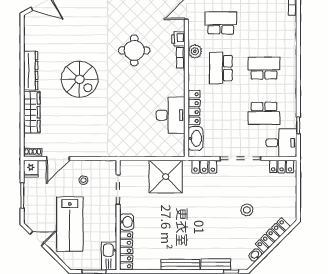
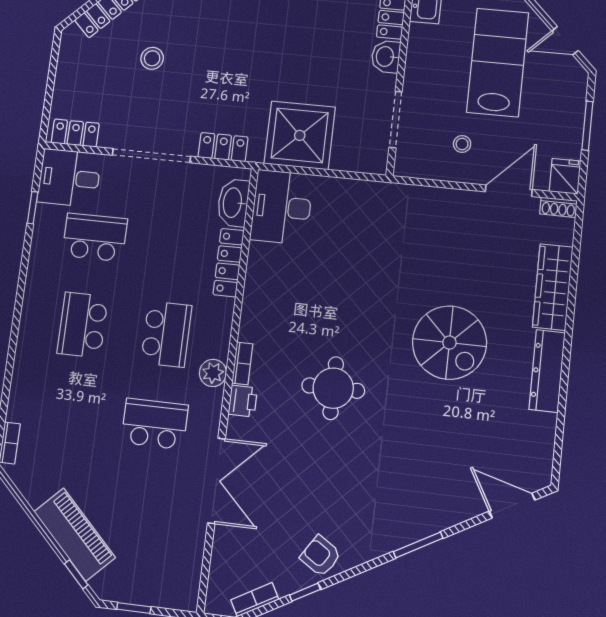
school desk: (221, 23) -> (155, 424), turned 180
school desk: (264, 68) -> (83, 325), turned 90
spiral stairs: (80, 79) -> (449, 343), turned 180
desk: (171, 115) -> (282, 207), moved

